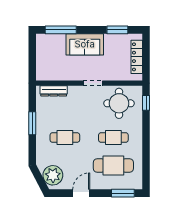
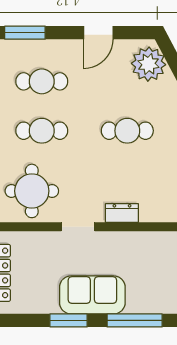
window: (117, 30) -> (69, 320), moved
dresser: (54, 91) -> (122, 213), moved, width x0.70
cafe table: (113, 165) -> (42, 81), width x0.73, depth x0.74

